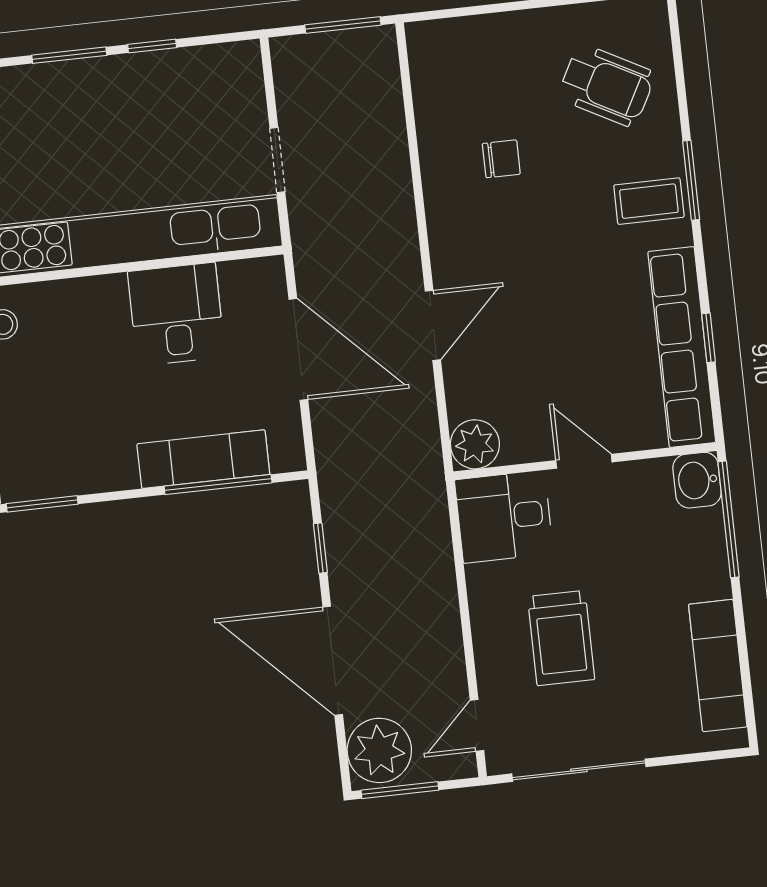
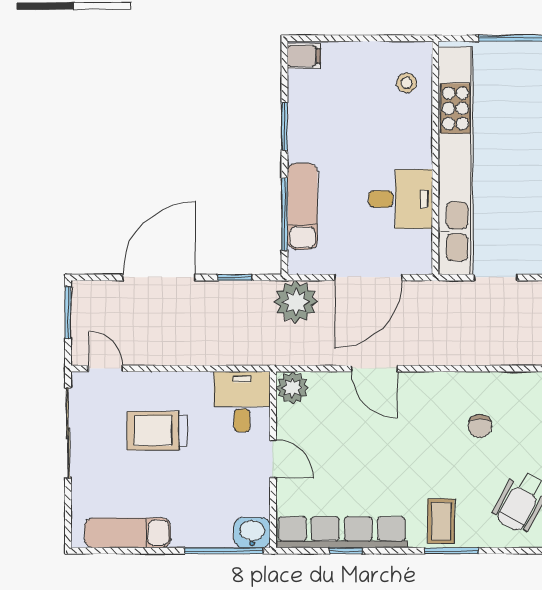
door: (584, 461) -> (273, 459), hinge flipped
window: (42, 504) -> (284, 126), moved
plant: (379, 750) -> (296, 302), moved

